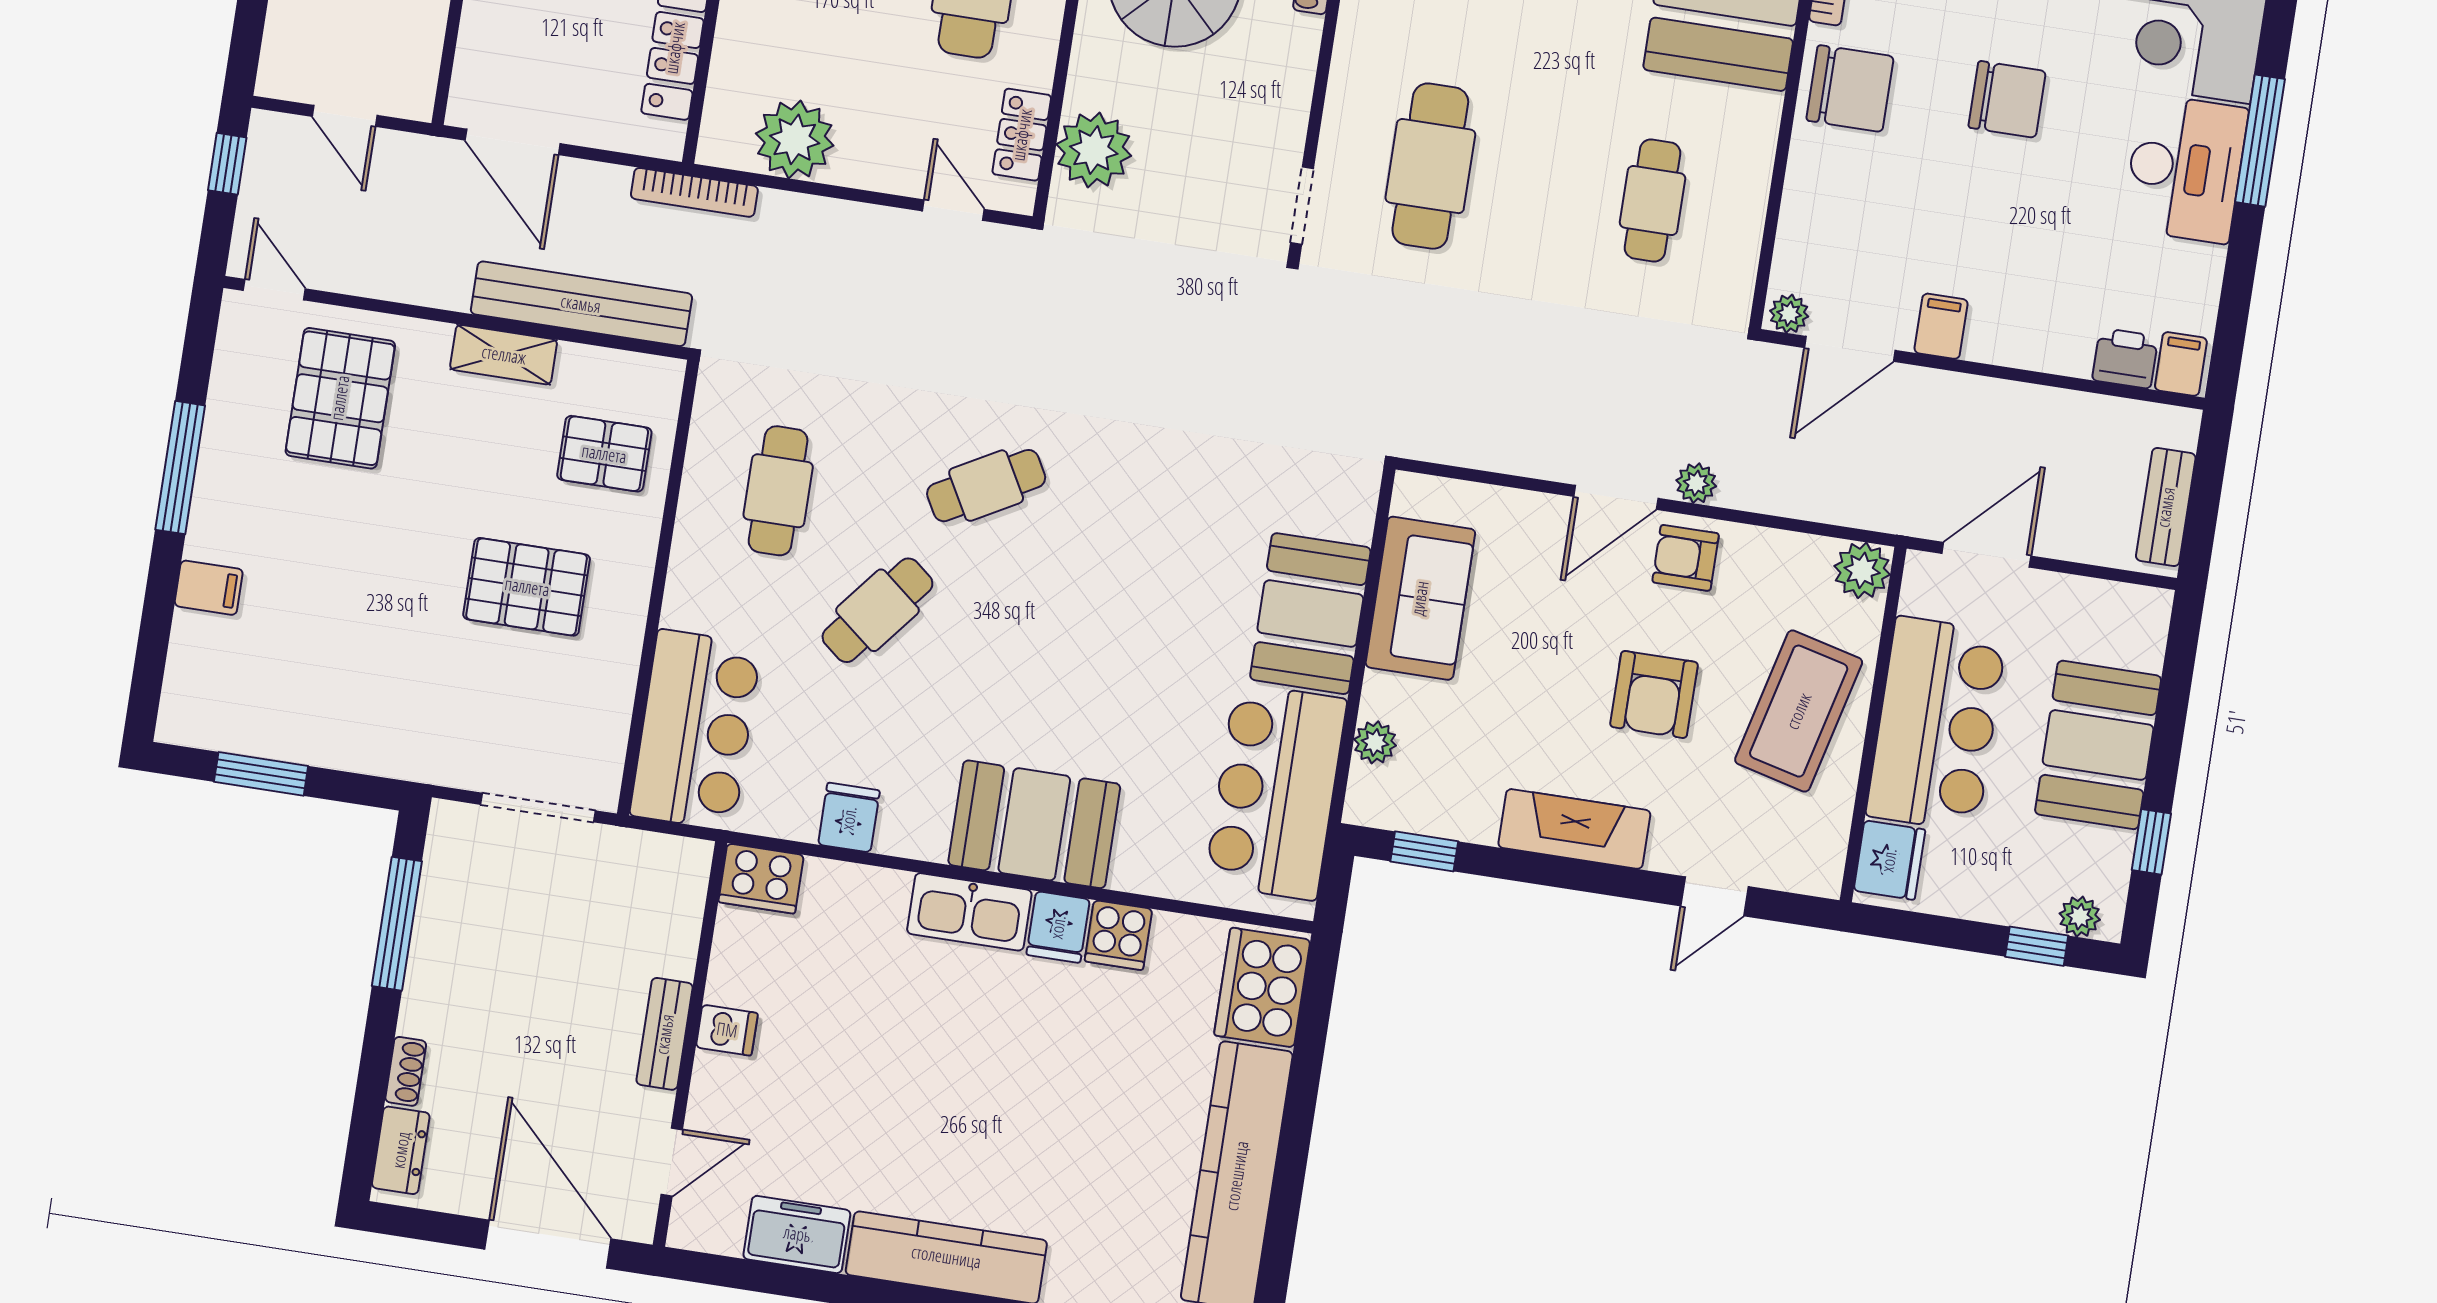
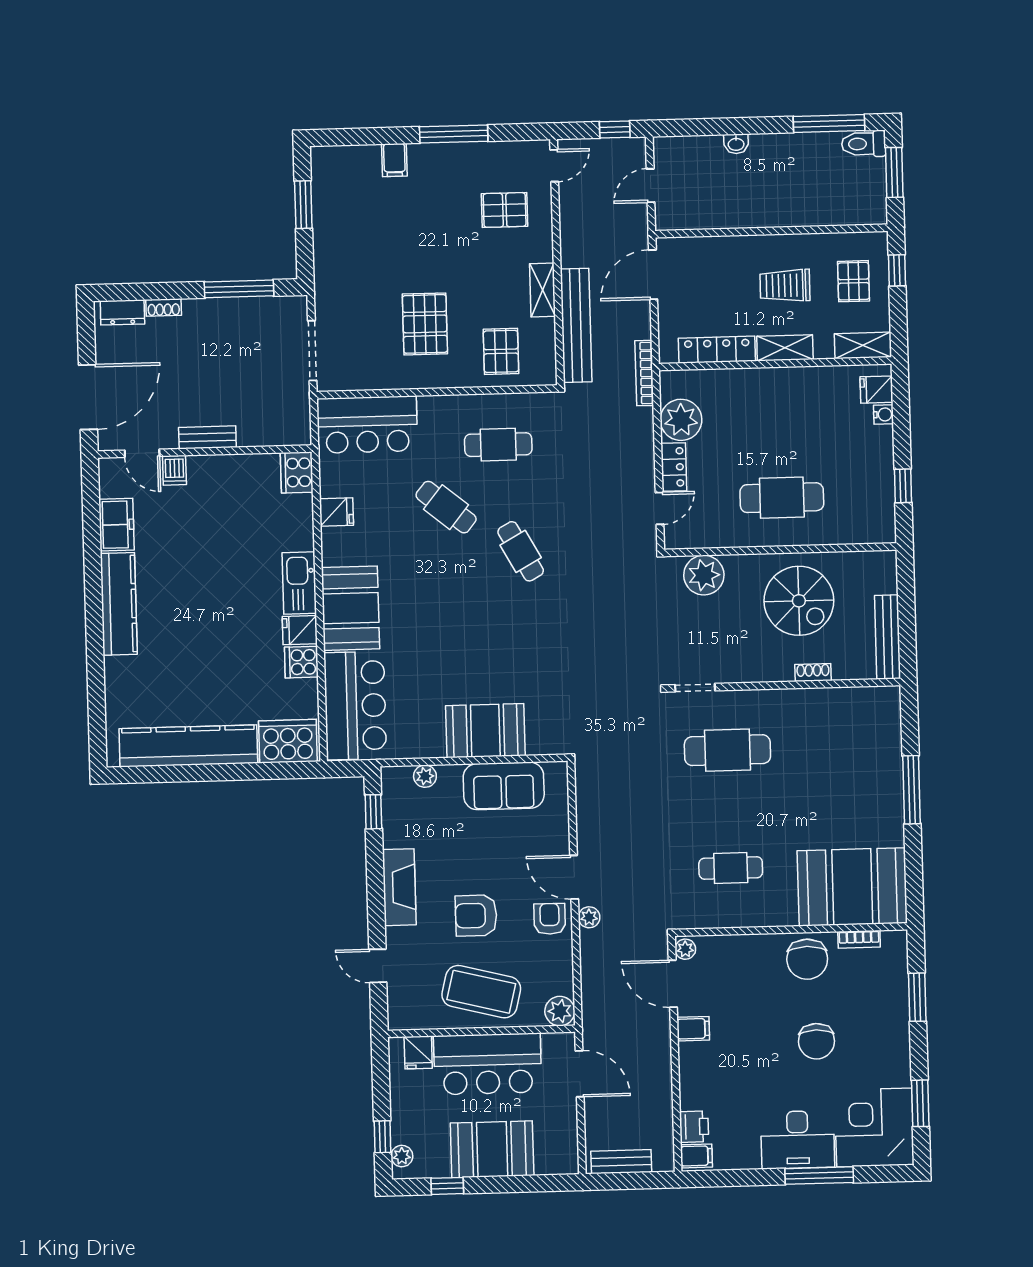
locker: (1022, 135) -> (674, 467), moved, turned 90
pallet: (340, 398) -> (505, 210), width x0.67, depth x0.71
bar counter: (1276, 792) -> (355, 706), moved, turned 90
fridge: (1889, 860) -> (418, 1052), width x0.72
dishwasher: (727, 1030) -> (174, 470), moved

